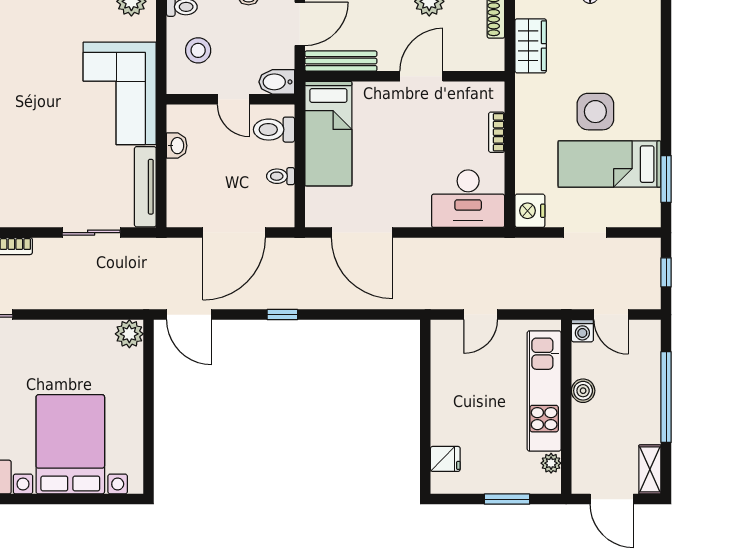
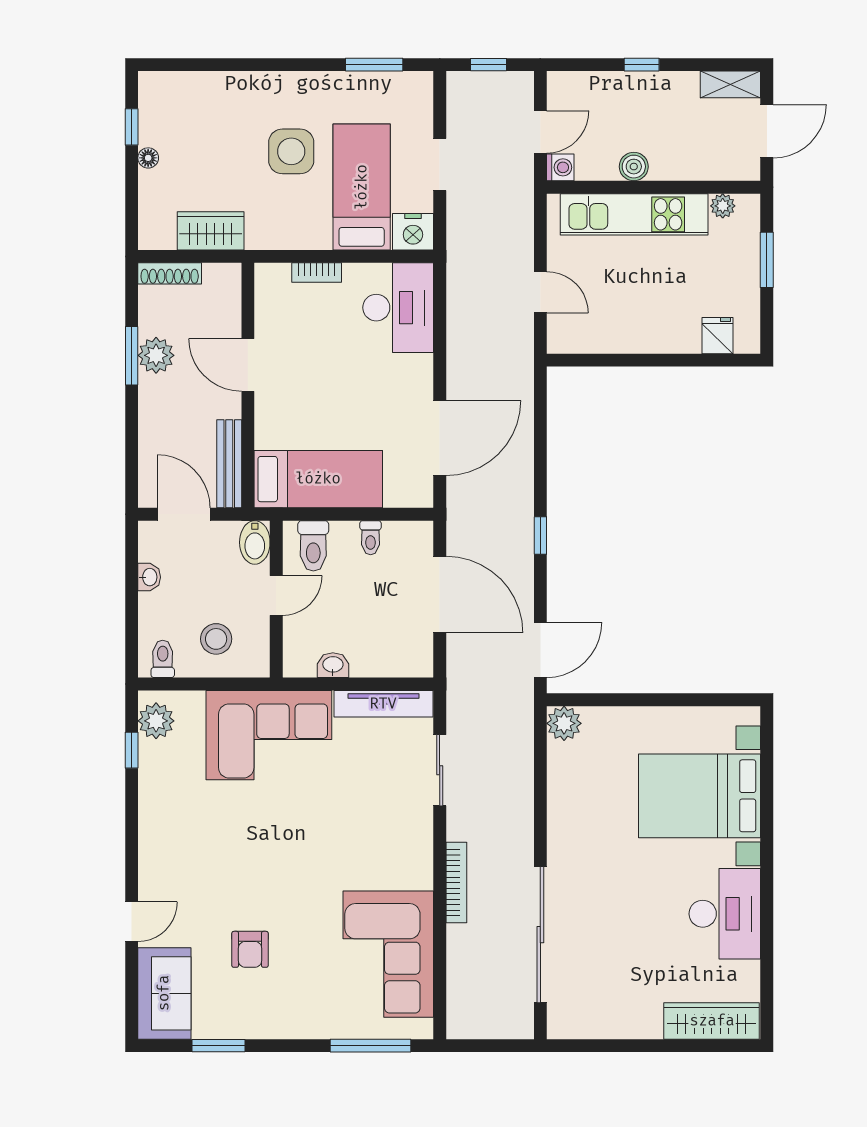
bed: (610, 164) -> (362, 187), moved, turned 180
window: (666, 397) -> (642, 65), width x0.32

